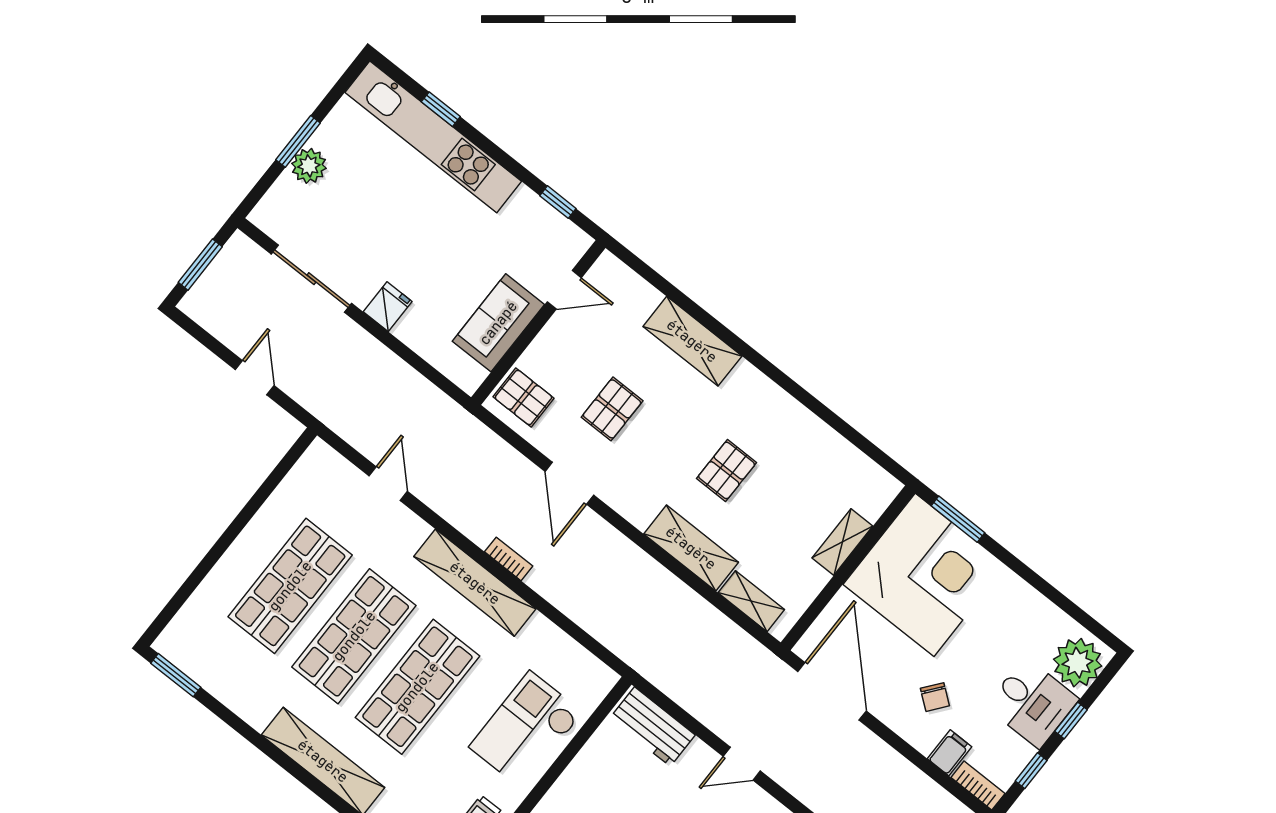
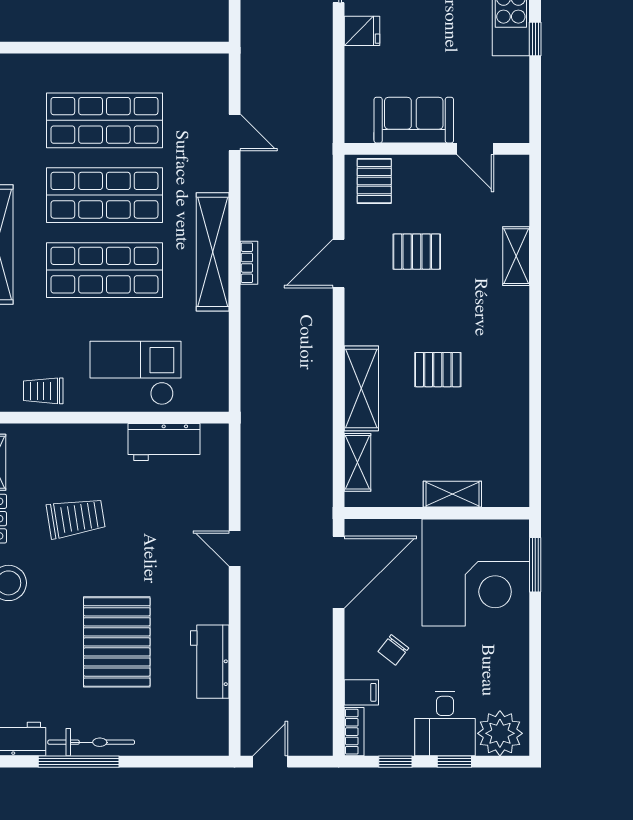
window: (558, 202) -> (535, 39), moved
shelving: (692, 341) -> (516, 256), width x0.67, depth x0.75
door: (388, 484) -> (235, 133), hinge flipped
workbench: (652, 727) -> (164, 442), moved, turned -90

